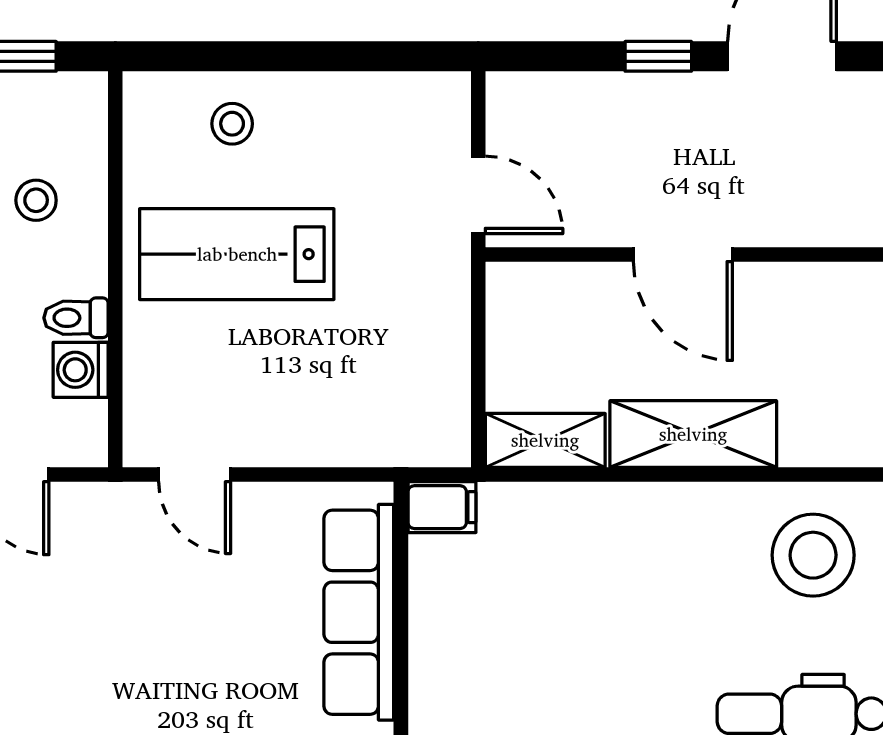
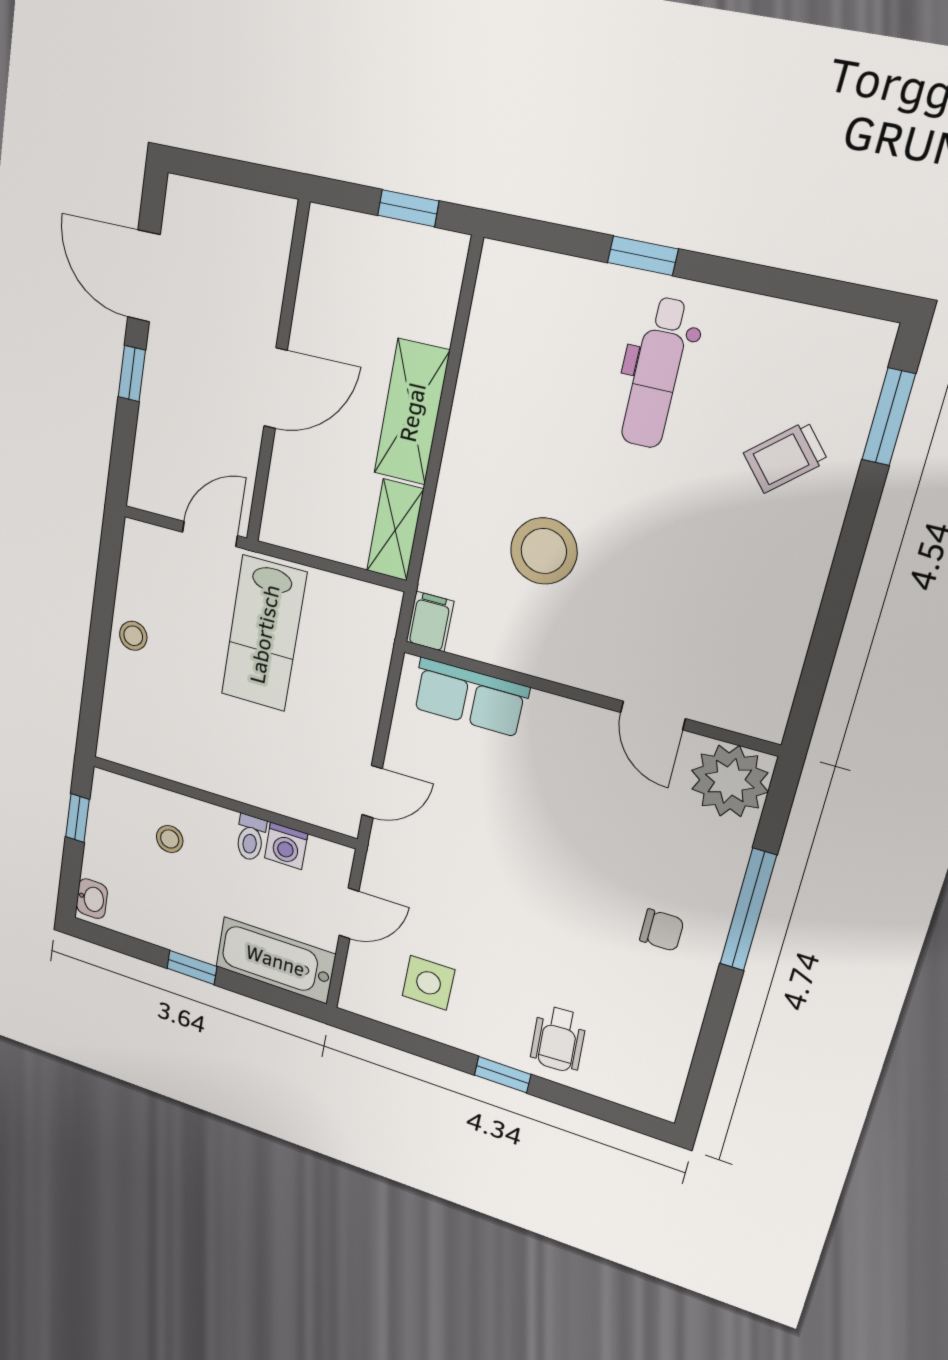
stool: (232, 124) -> (133, 636), moved
lab bench: (237, 254) -> (264, 634), moved
stool: (813, 555) -> (544, 551), moved
row of seats: (359, 612) -> (470, 697), width x0.68

